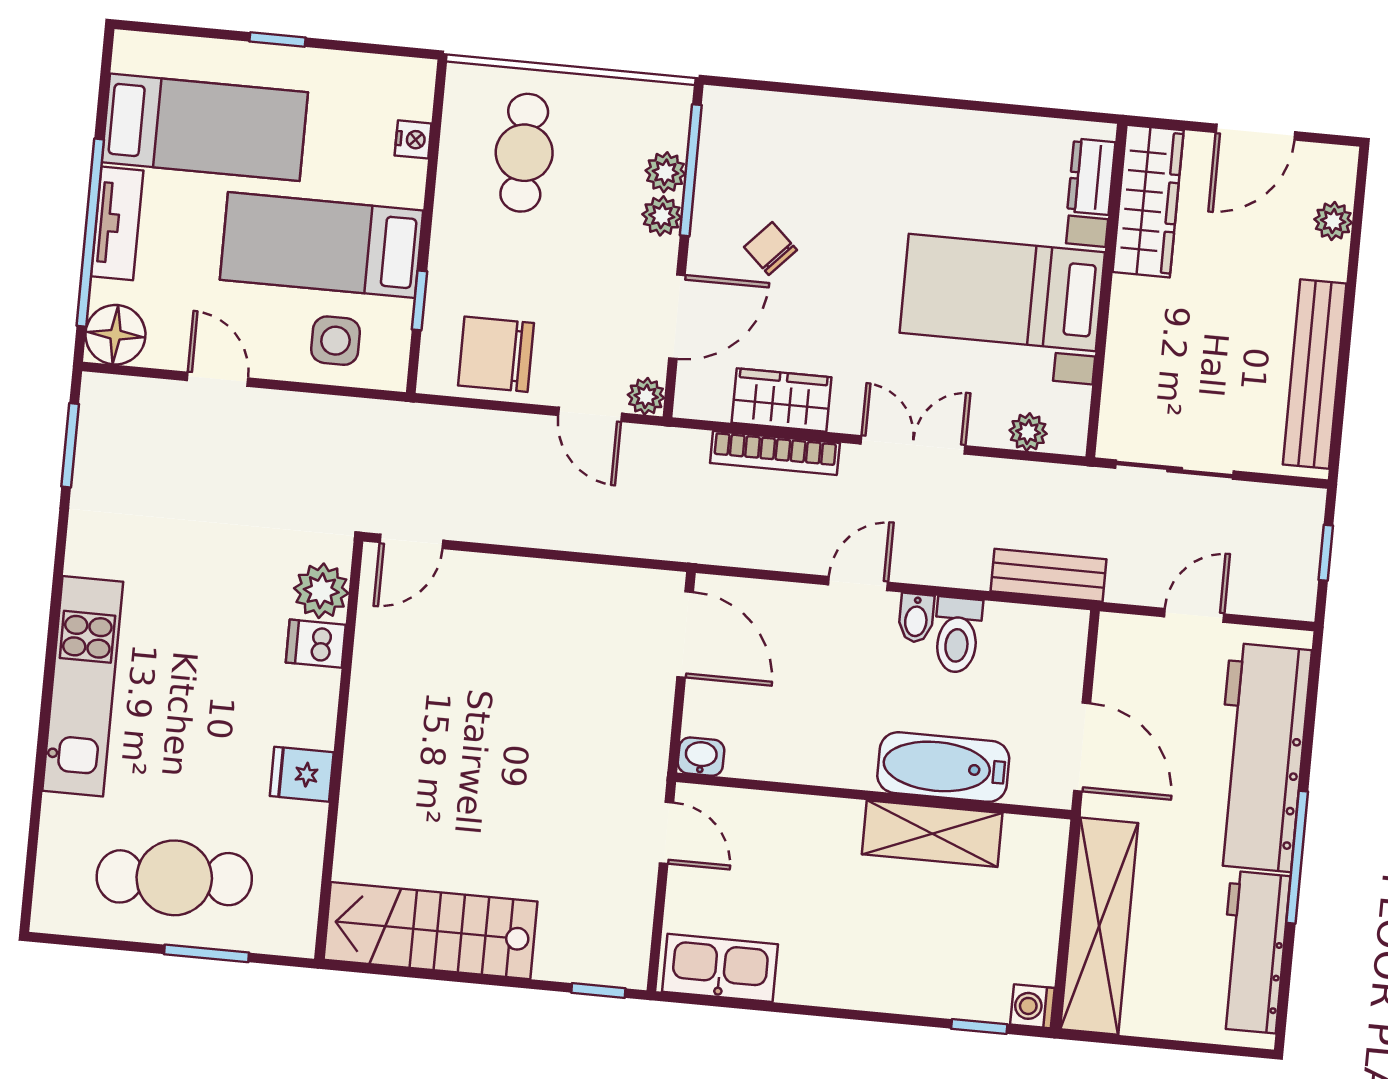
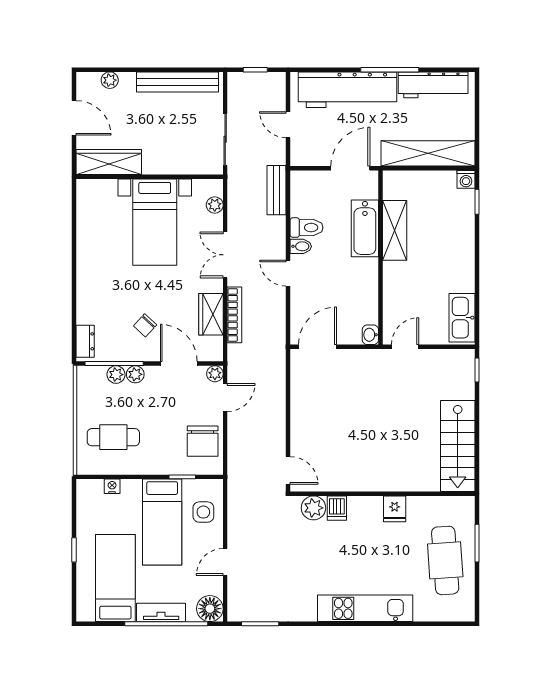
dresser: (1091, 177) -> (85, 341), moved, turned -90

